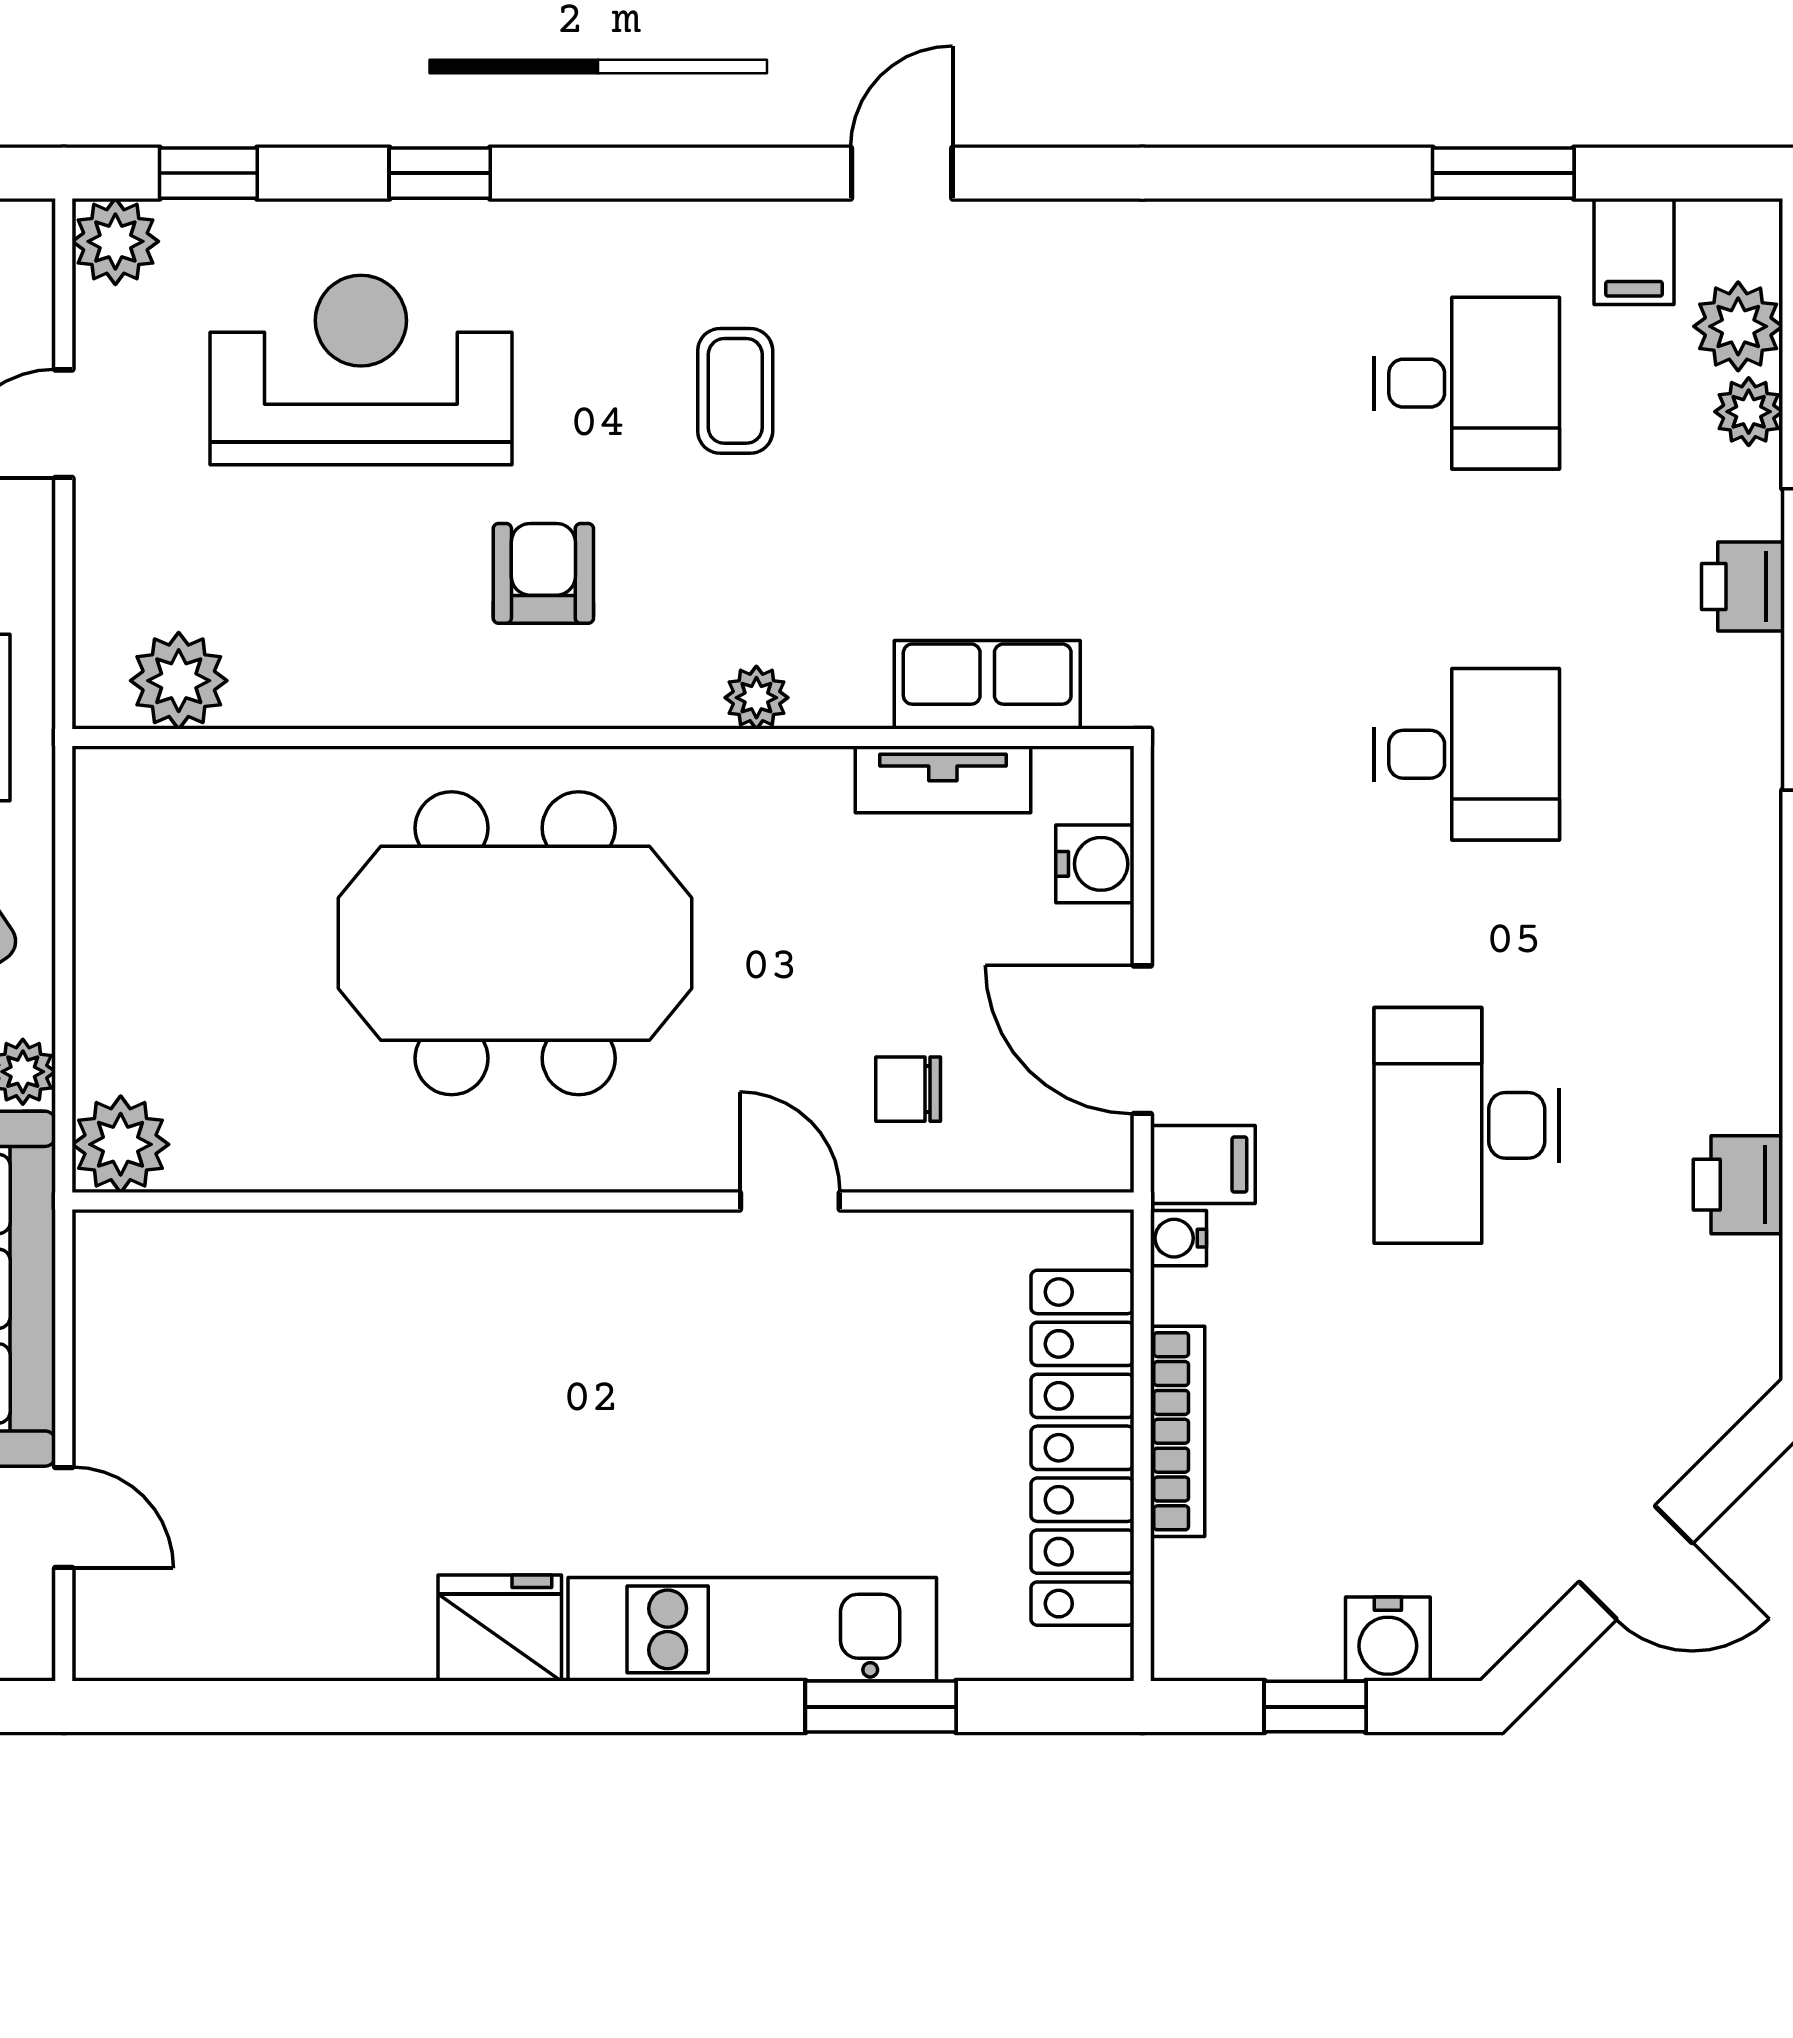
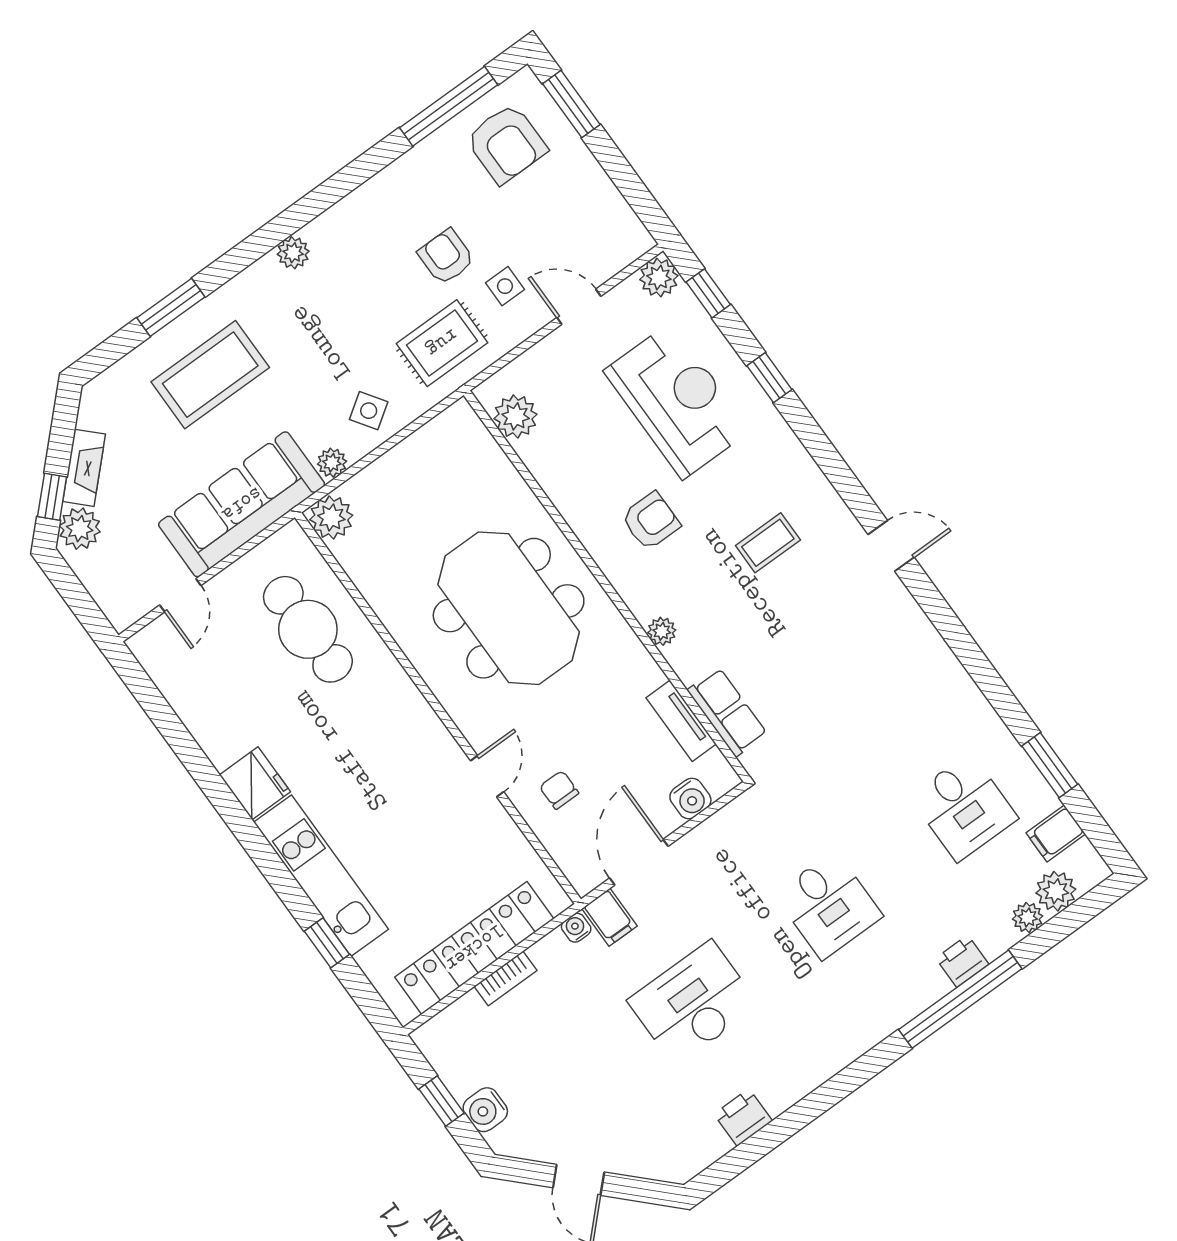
cafe table: (291, 1332) -> (308, 629), added
bookcase: (1178, 1431) -> (506, 978), width x0.64
window: (881, 1707) -> (327, 943), width x0.67

